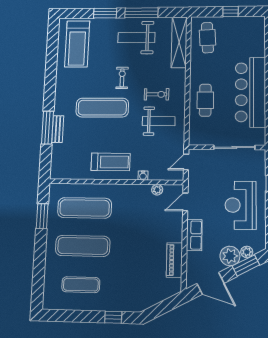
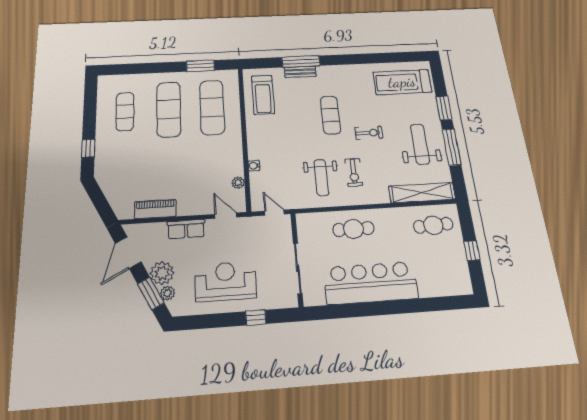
exercise mat: (102, 108) -> (330, 115), width x0.73, depth x0.69
treadmill: (111, 162) -> (263, 95), moved

